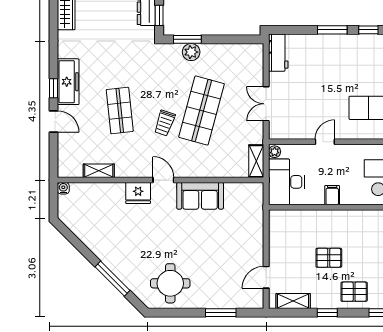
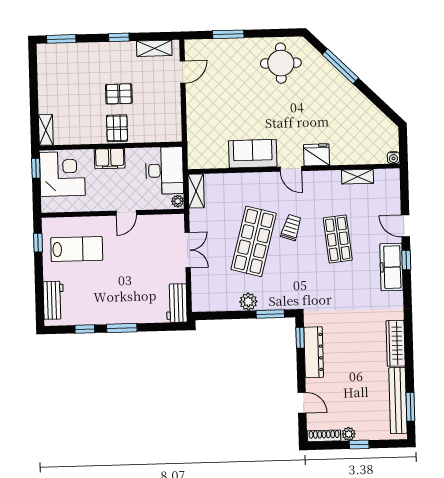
plant: (191, 52) -> (248, 302), moved
filing cabinet: (332, 195) -> (110, 158), width x2.00
pallet: (354, 292) -> (117, 128), moved, turned 90

